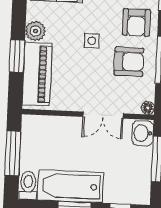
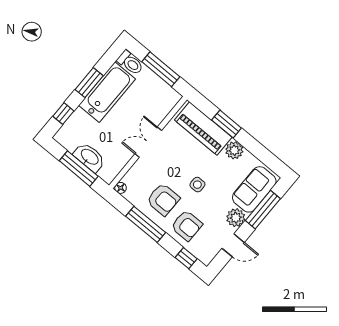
armchair: (136, 22) -> (187, 225), turned 180
armchair: (129, 62) -> (163, 199), turned -90
double door: (103, 115) -> (148, 142), moved
washbasin: (143, 133) -> (89, 157), moved, width x1.38

